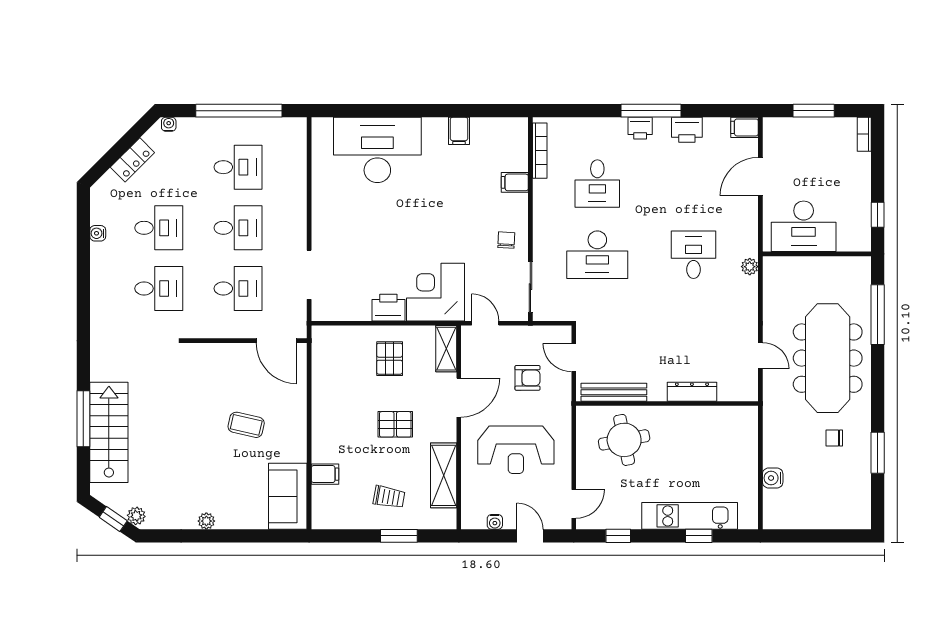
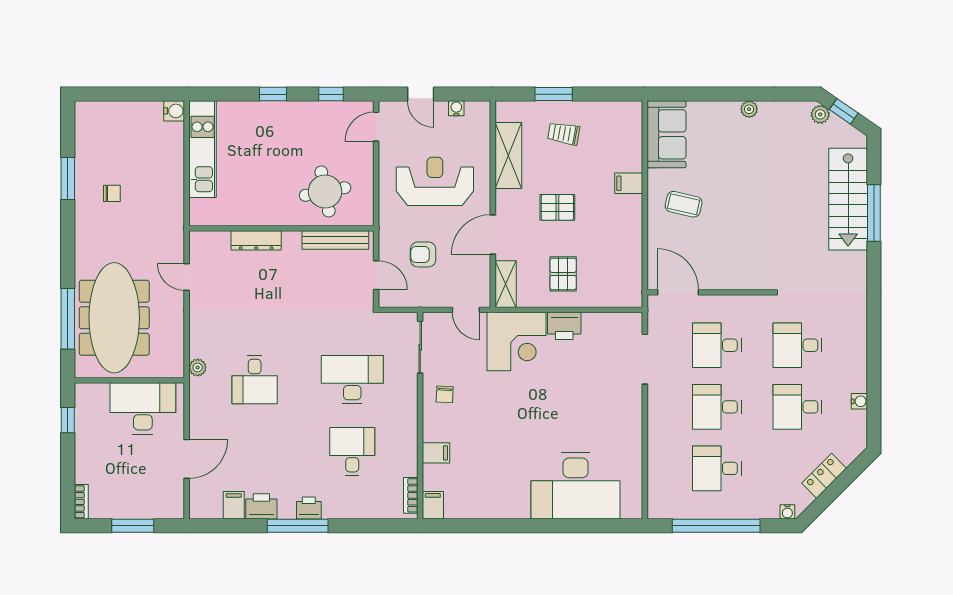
filing cabinet: (745, 127) -> (234, 505), moved, turned -90
filing cabinet: (459, 131) -> (433, 505), moved
bookcase: (540, 151) -> (411, 495), width x0.64
meeting table: (828, 358) -> (114, 318), moved
coffee table: (246, 425) -> (684, 204), moved
filing cabinet: (325, 474) -> (629, 183), moved
water cooler: (773, 478) -> (174, 111), moved
kitchen unit: (690, 516) -> (203, 149), moved, turned -90
window: (699, 536) -> (273, 94), moved

